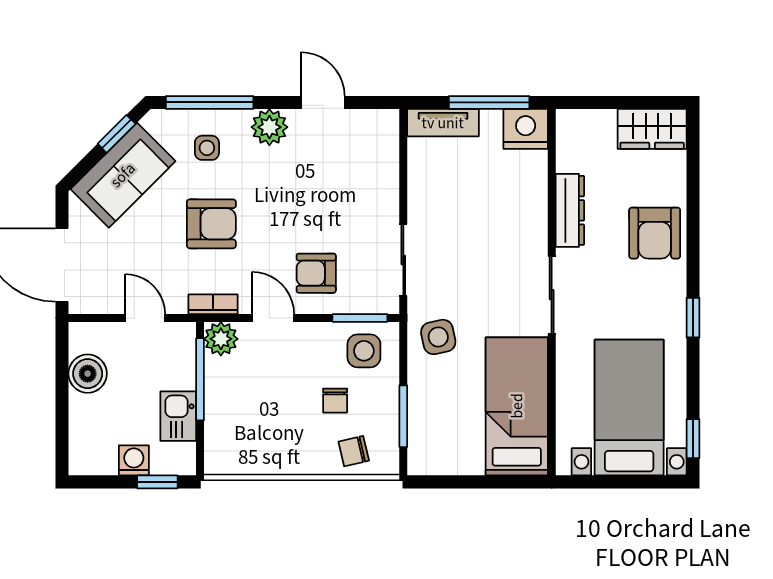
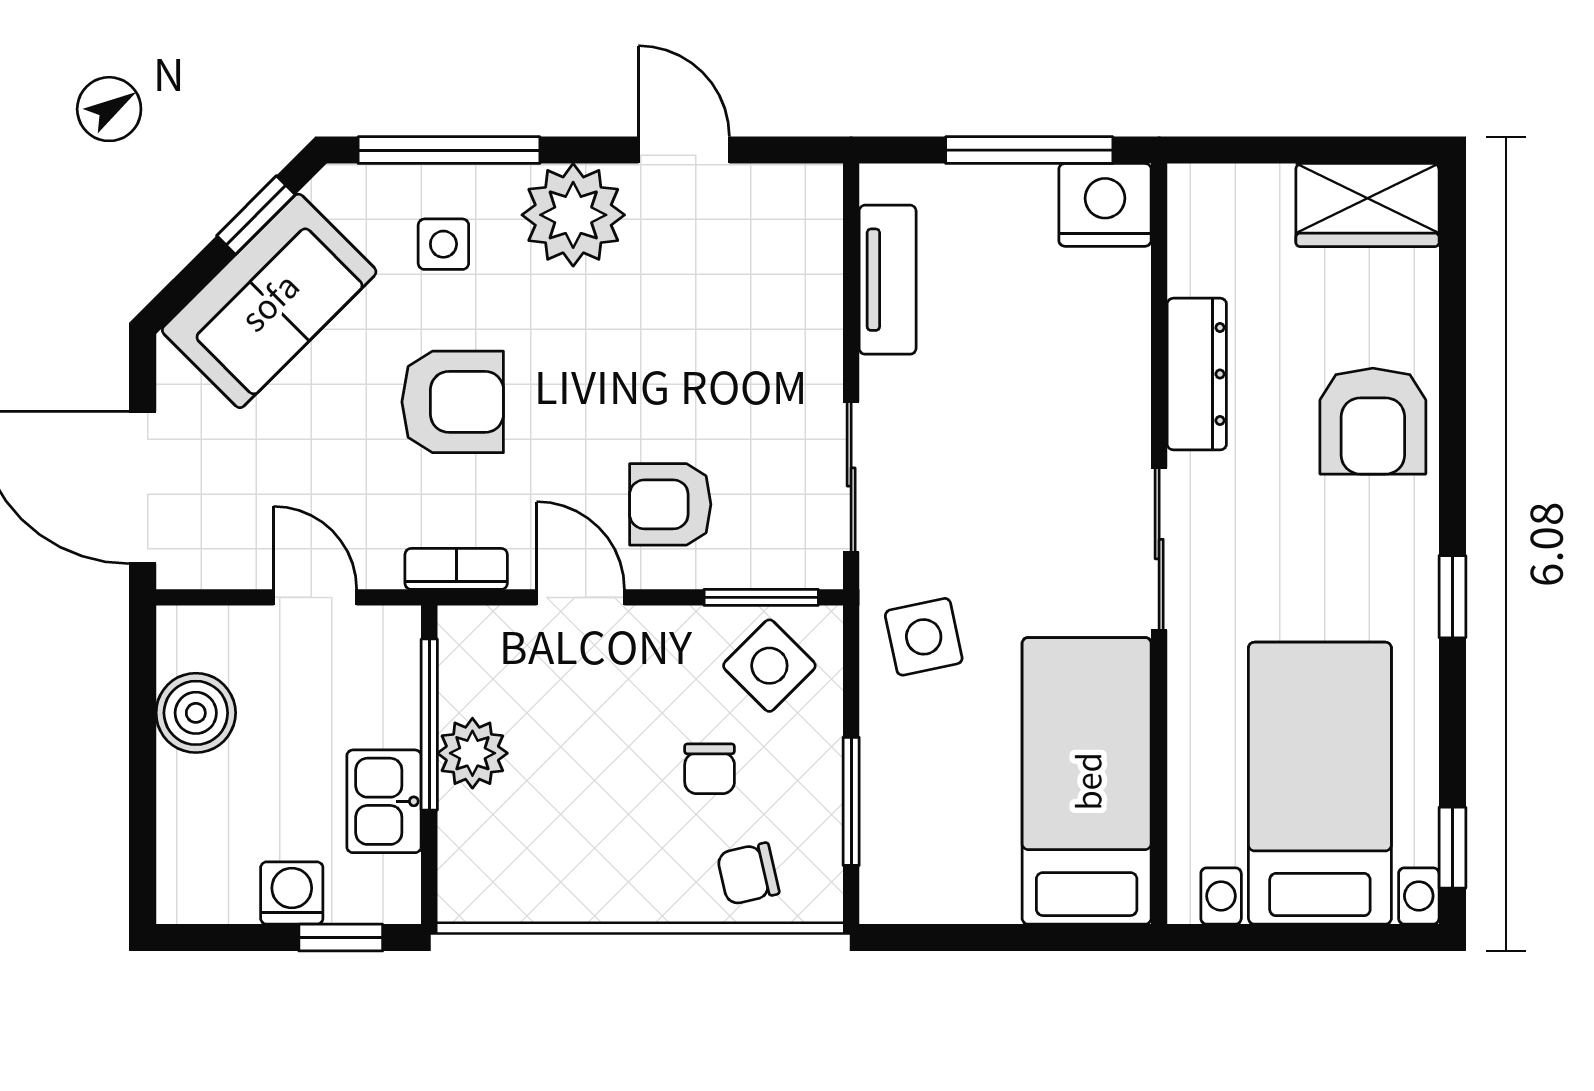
tv unit: (443, 123) -> (888, 280), moved, turned -90
plant: (269, 127) -> (573, 215), width x1.36, depth x1.36
plant: (221, 339) -> (472, 753), moved
side table: (364, 351) -> (769, 666), turned 45

